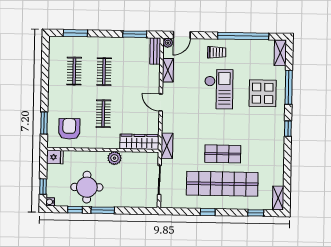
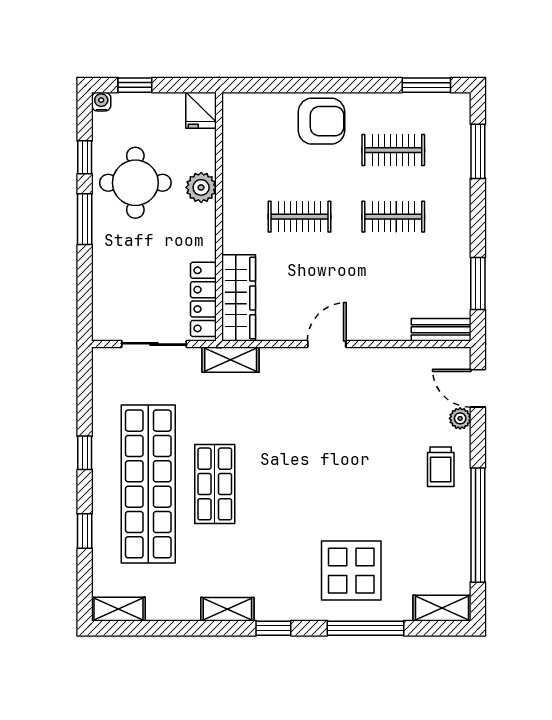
plant: (168, 43) -> (460, 418), moved
shelving: (168, 70) -> (227, 609), moved
checkout: (219, 89) -> (359, 473), removed
window: (44, 123) -> (426, 85), moved
armchair: (69, 129) -> (321, 121), moved
plant: (114, 158) -> (201, 187), moved
locker: (140, 158) -> (203, 299), added
window: (256, 213) -> (85, 531), moved

